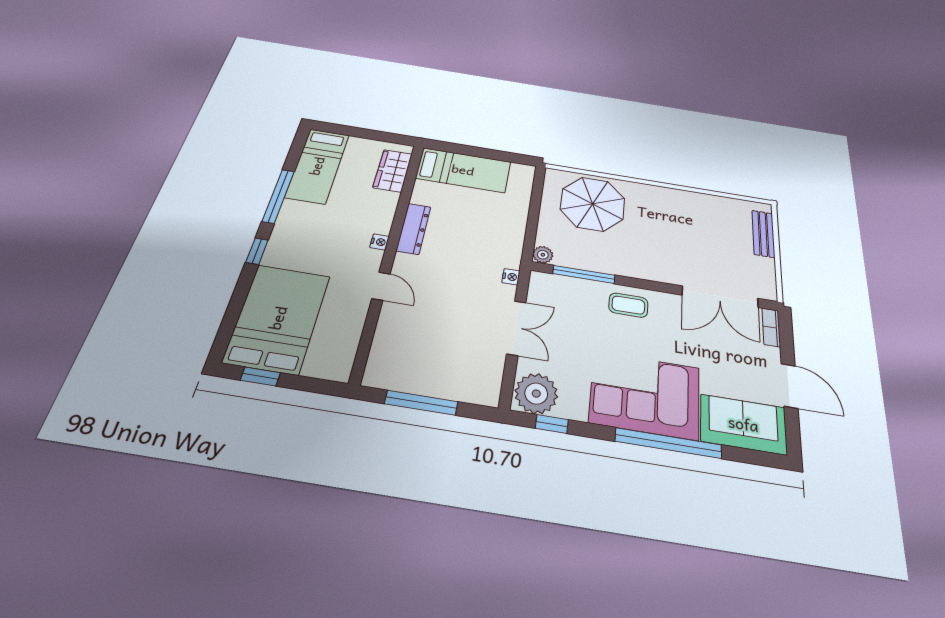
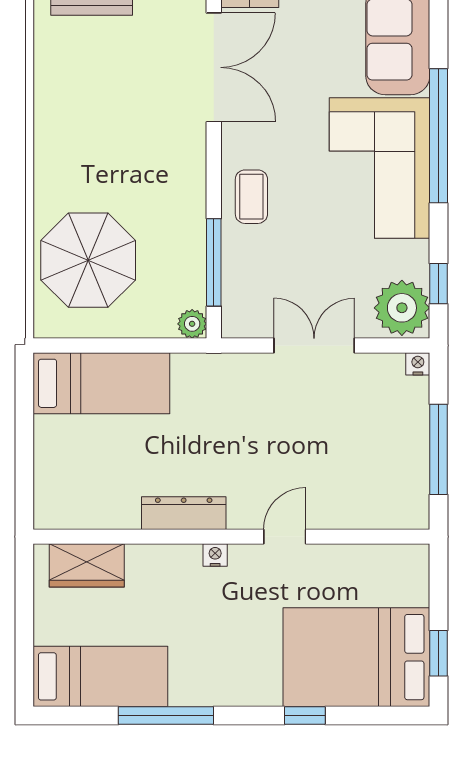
bed: (463, 170) -> (101, 383), moved, turned 90
window: (257, 251) -> (305, 715), moved
nightstand: (511, 277) -> (418, 364), moved

